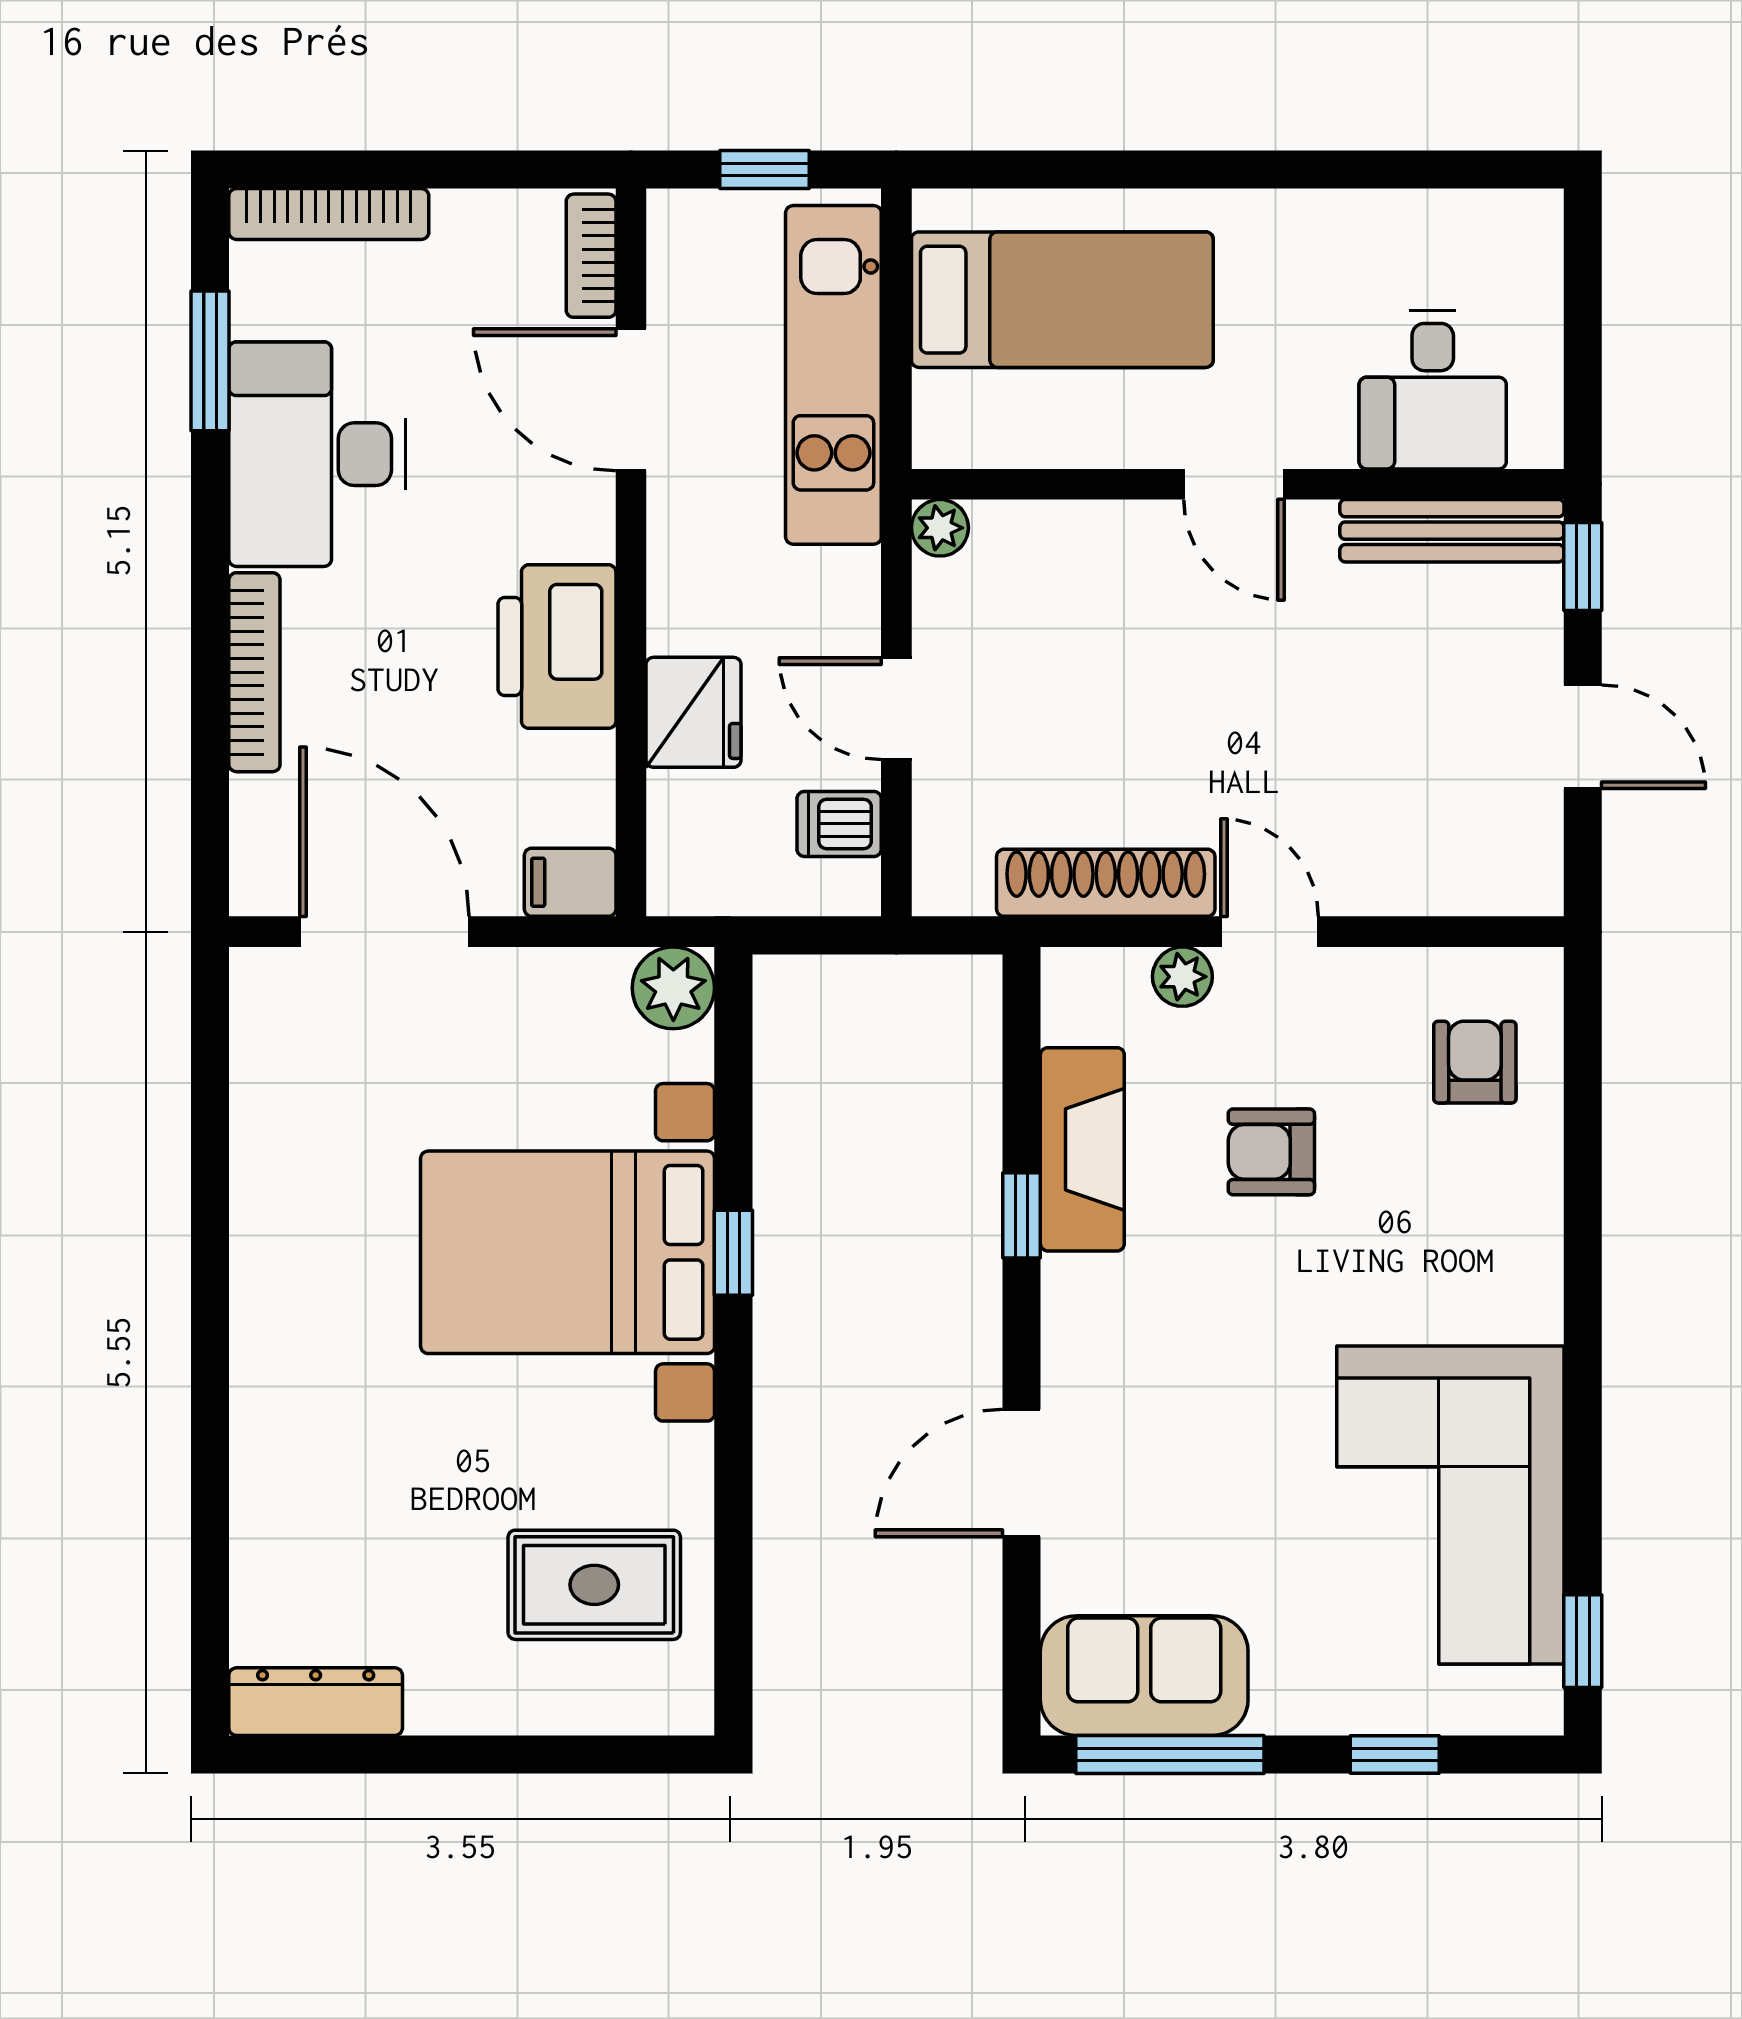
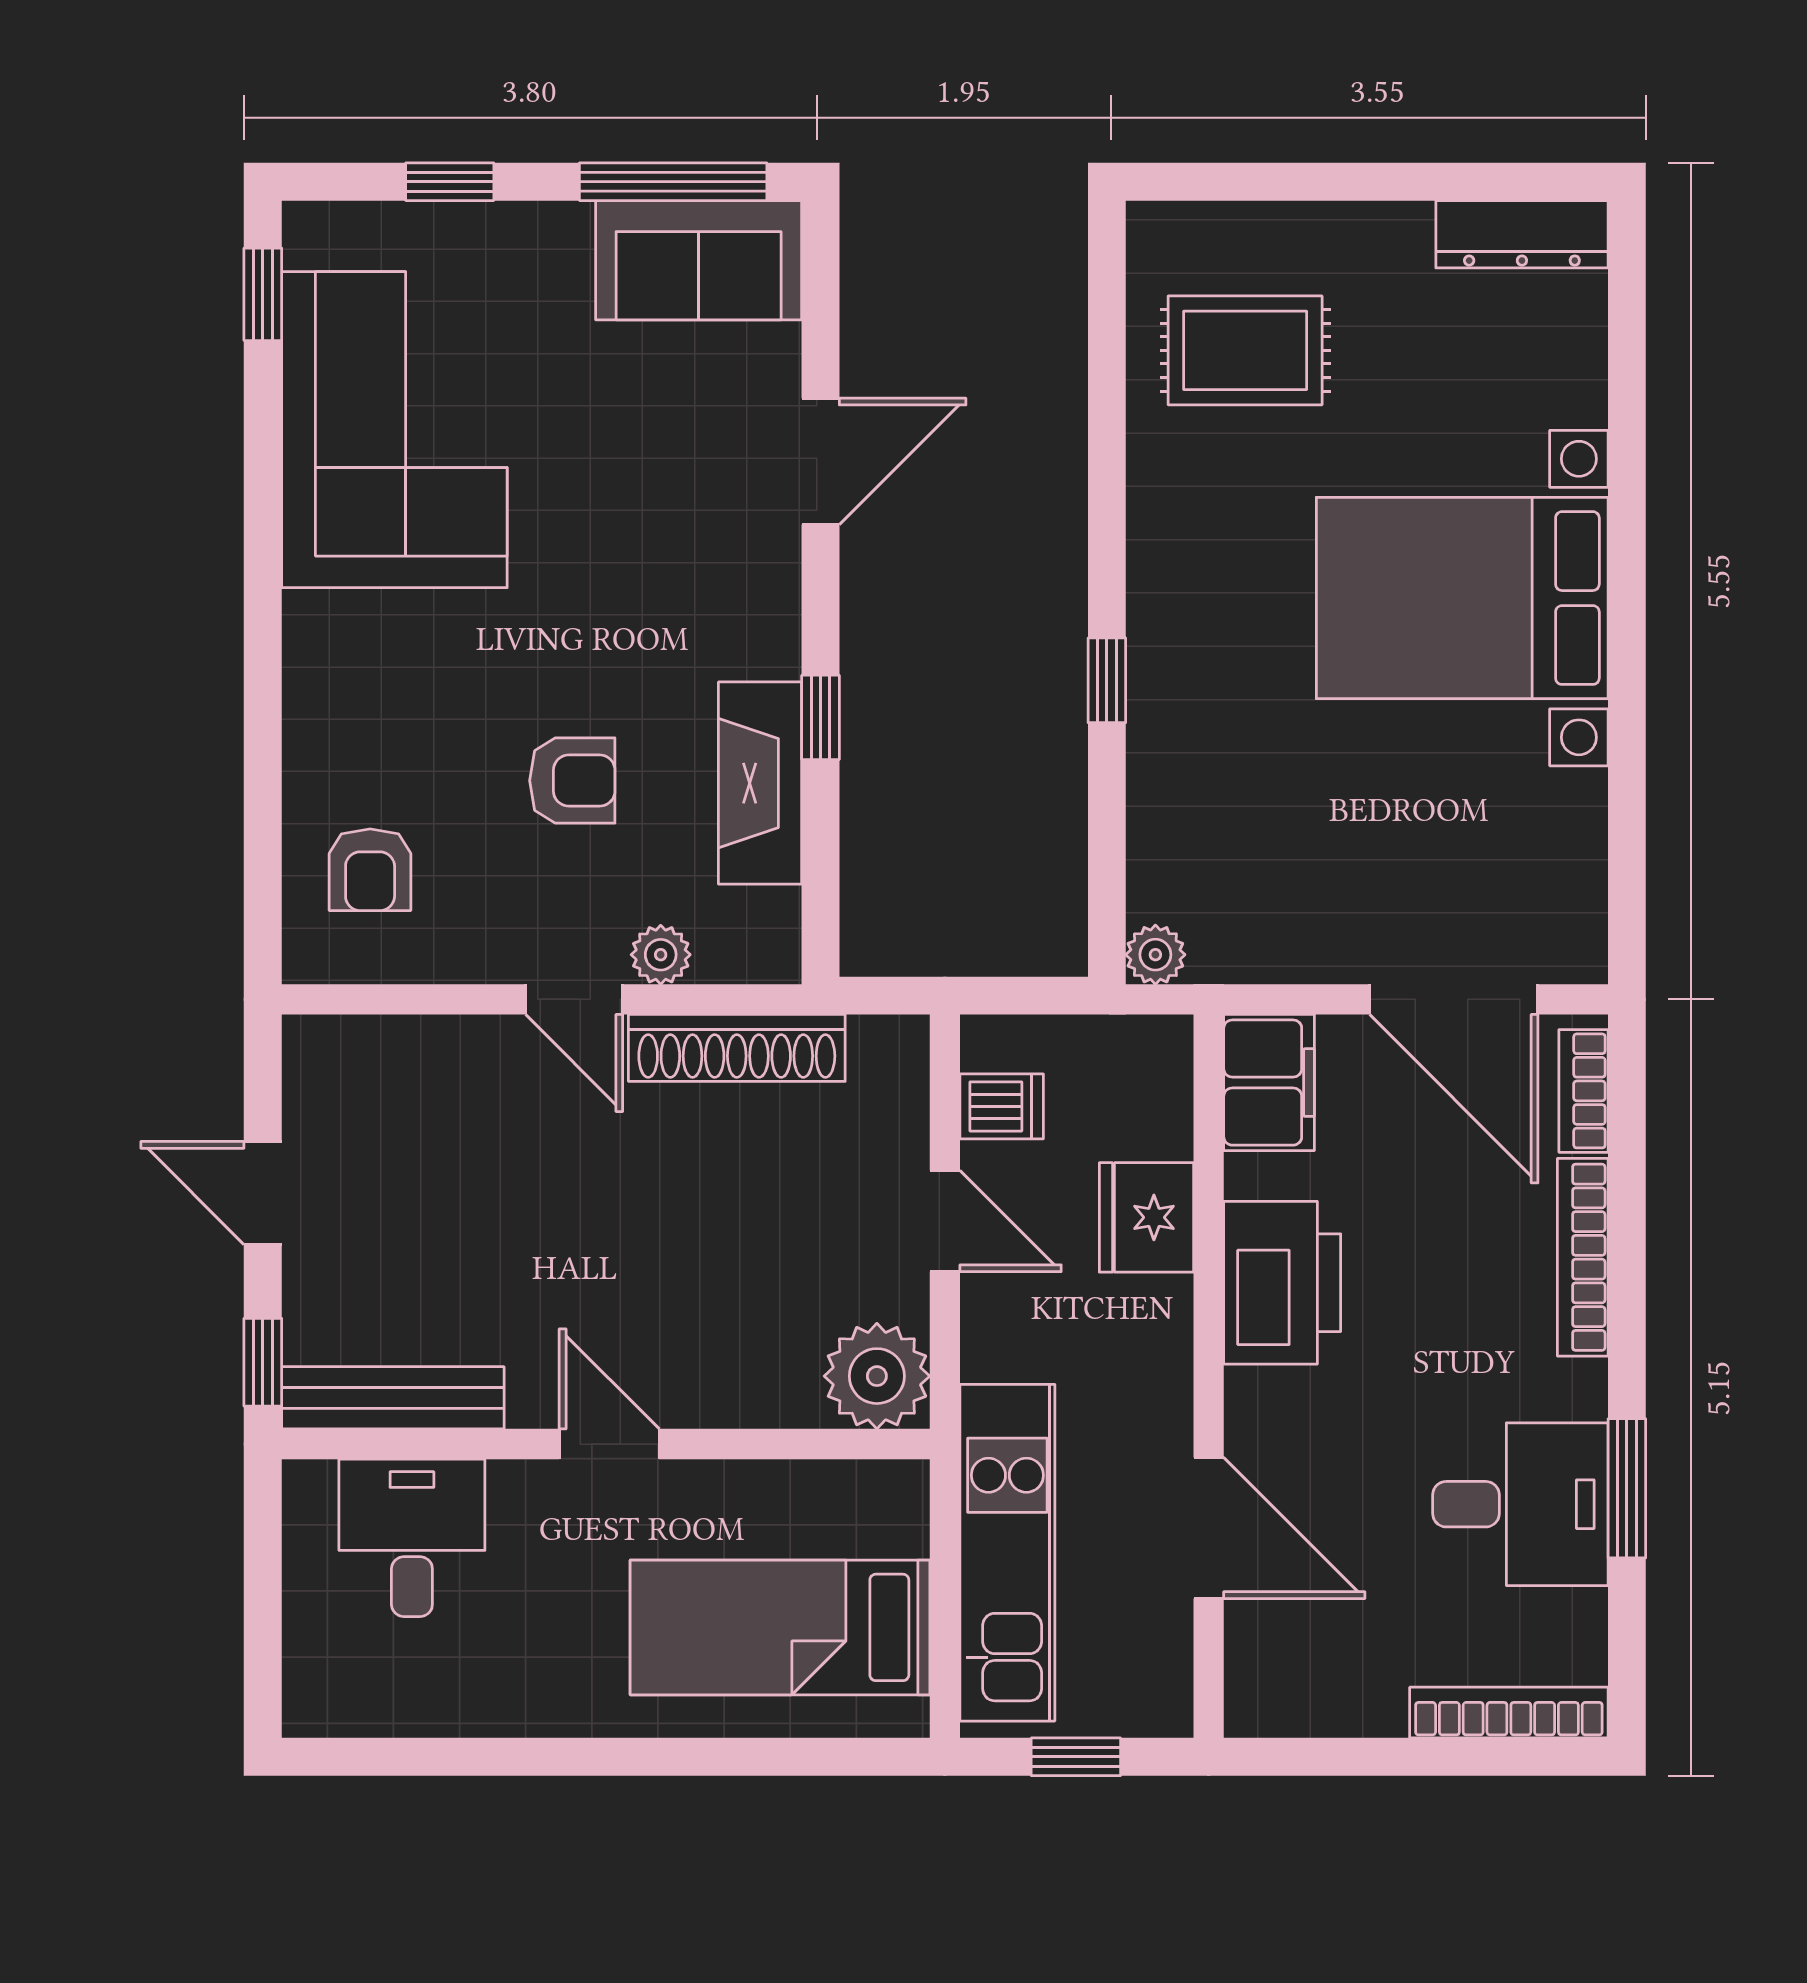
bookcase: (591, 256) -> (1584, 1091), moved, turned 180
window: (210, 361) -> (1627, 1488), moved
desk: (317, 454) -> (1520, 1504), width x0.73
plant: (940, 528) -> (877, 1376), width x1.88, depth x1.88
filing cabinet: (570, 882) -> (1269, 1083), width x2.00
plant: (673, 988) -> (1155, 955), width x0.73, depth x0.73
bed with nightstands: (568, 1252) -> (1462, 598), moved, turned 180

